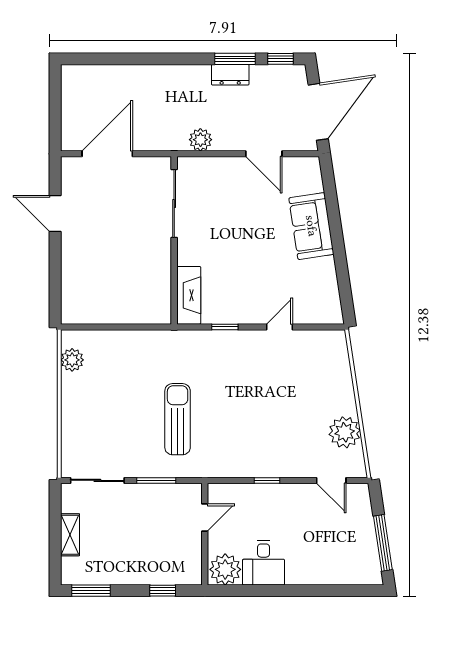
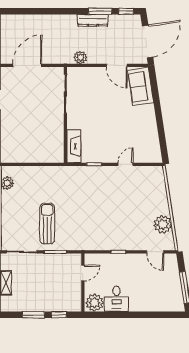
dresser: (230, 75) -> (93, 20), width x1.44
sofa: (311, 226) -> (141, 86), moved
sun lounger: (178, 419) -> (47, 224), moved
window: (91, 591) -> (33, 315), moved

